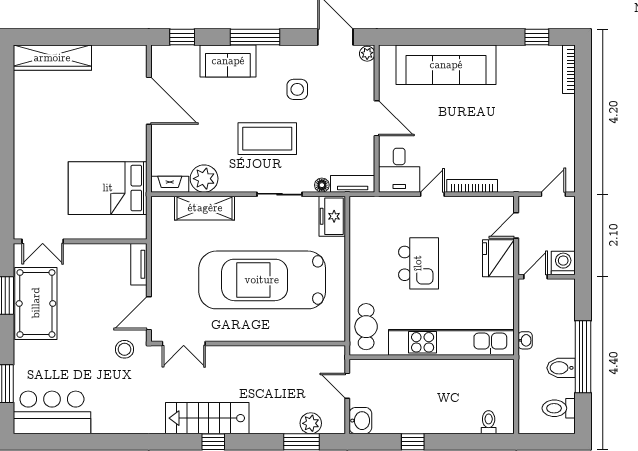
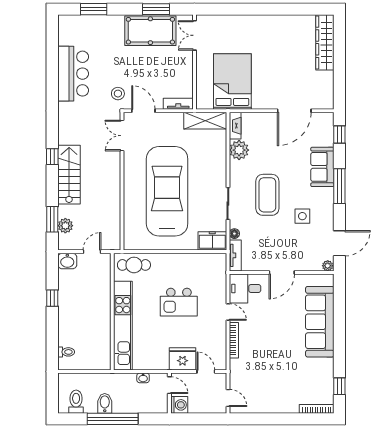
shelving: (205, 208) -> (205, 121), moved, turned 90
washbasin: (525, 340) -> (143, 378), moved
bar counter: (52, 412) -> (73, 74), moved
stairs: (207, 418) -> (69, 175), moved

